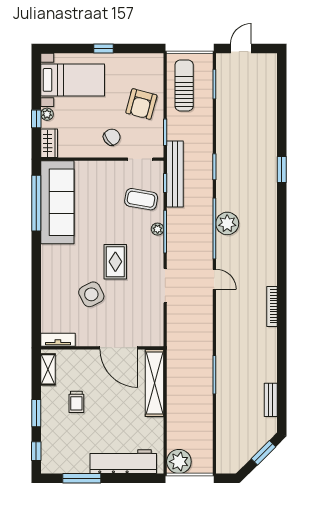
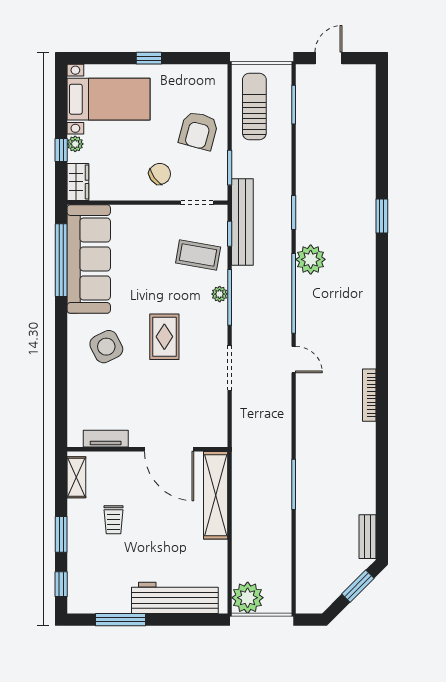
plant: (227, 223) -> (311, 259), moved
side table: (91, 294) -> (106, 347), moved
tv unit: (58, 340) -> (106, 439), moved
bench: (271, 400) -> (368, 537), moved

